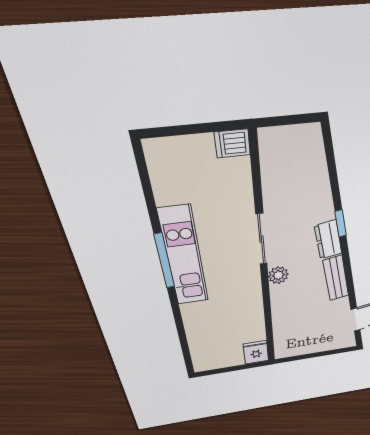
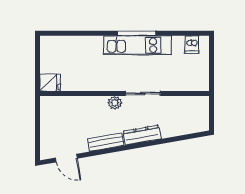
dishwasher: (232, 144) -> (192, 45), moved, turned 180
window: (341, 224) -> (147, 144), removed
dresser: (328, 240) -> (142, 135), width x1.44

